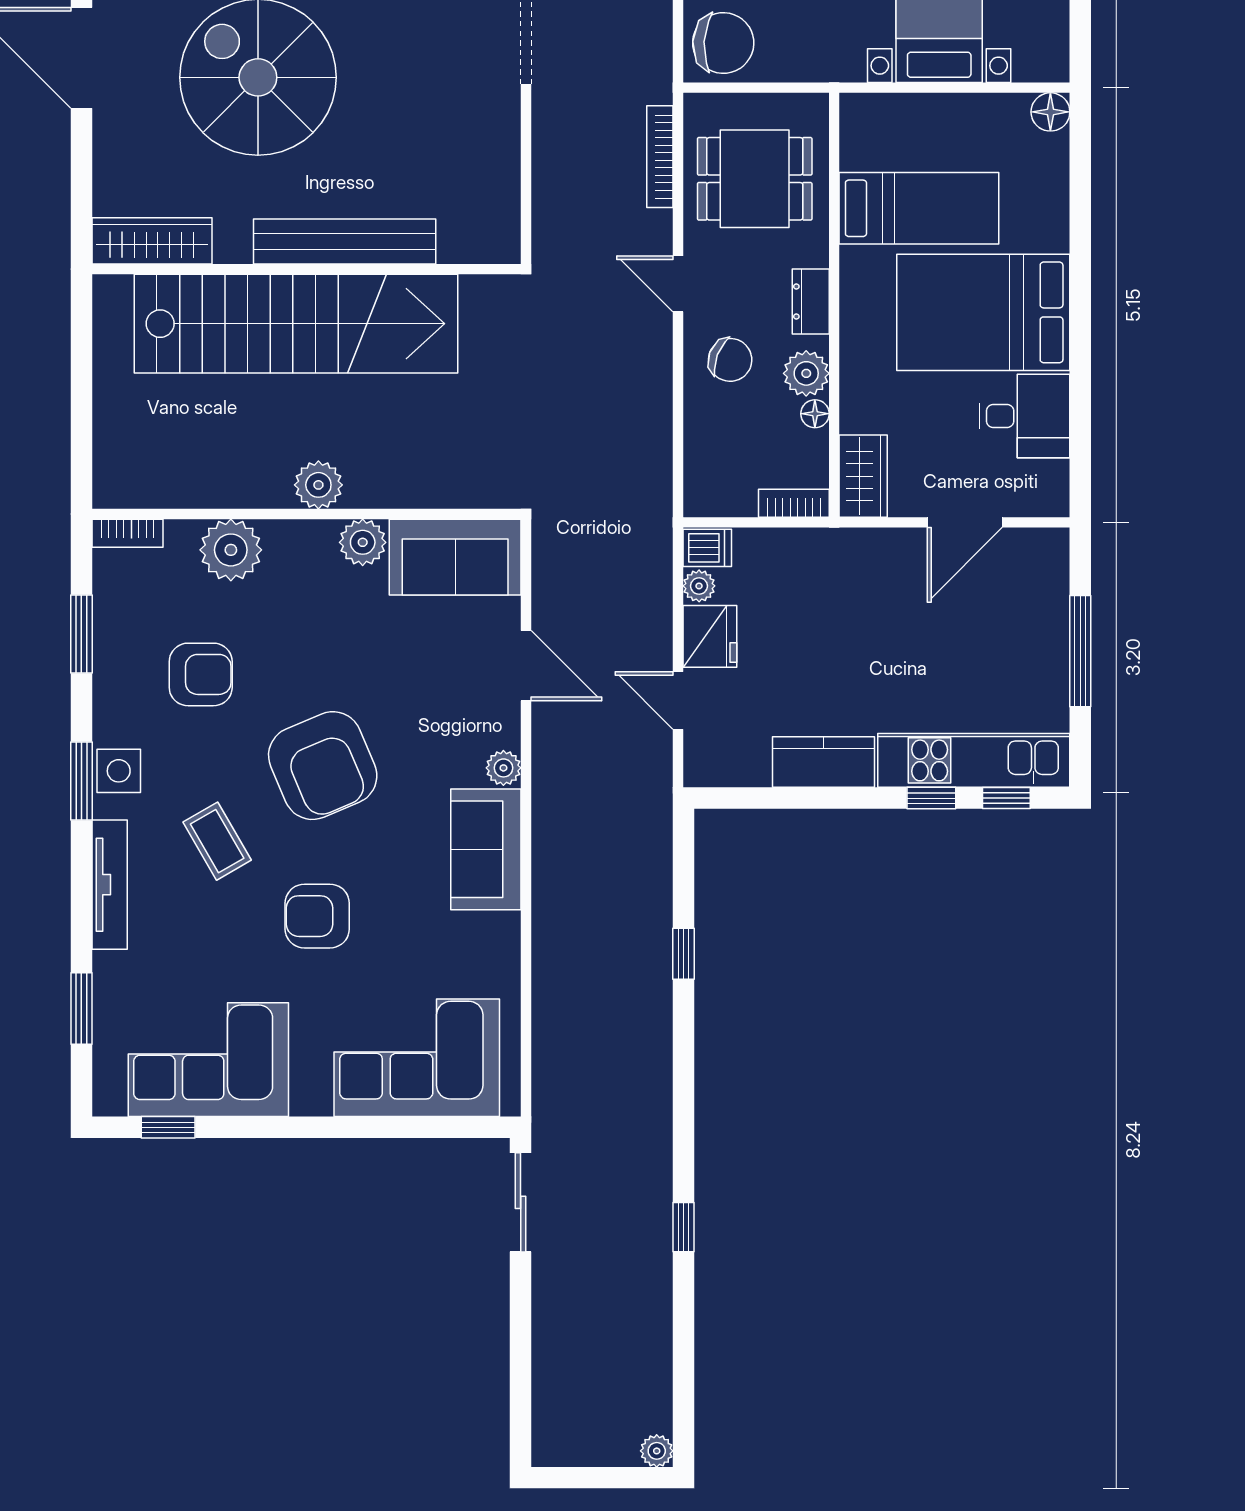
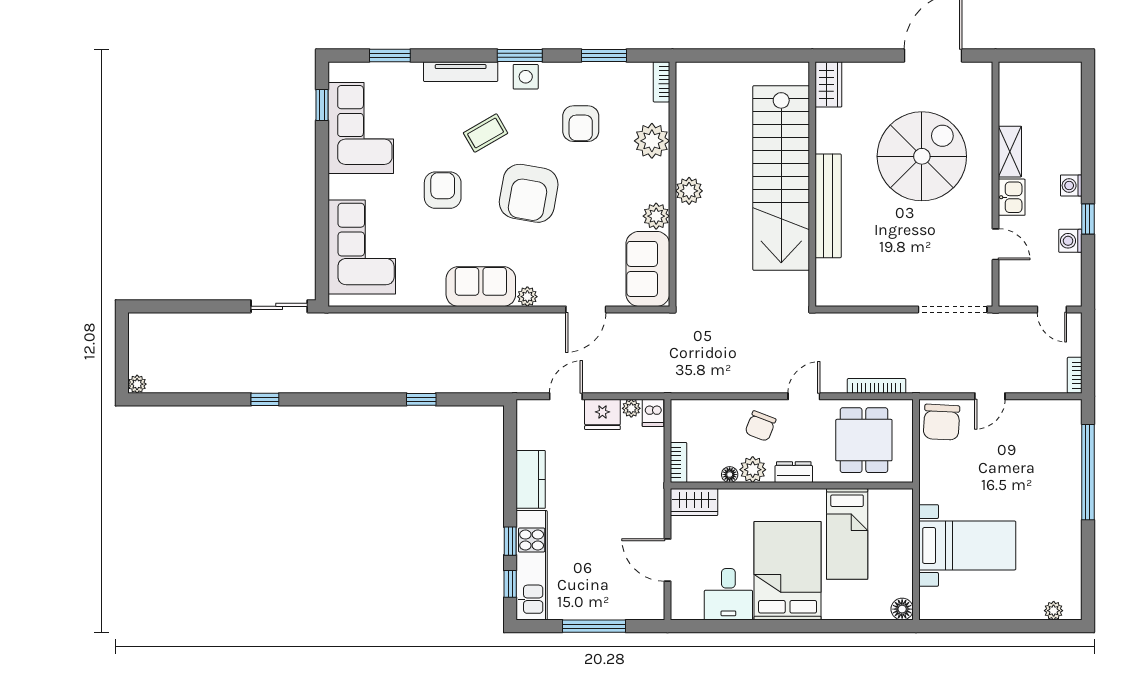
wardrobe: (152, 241) -> (828, 84), width x0.67
armchair: (323, 766) -> (529, 193), turned -57

